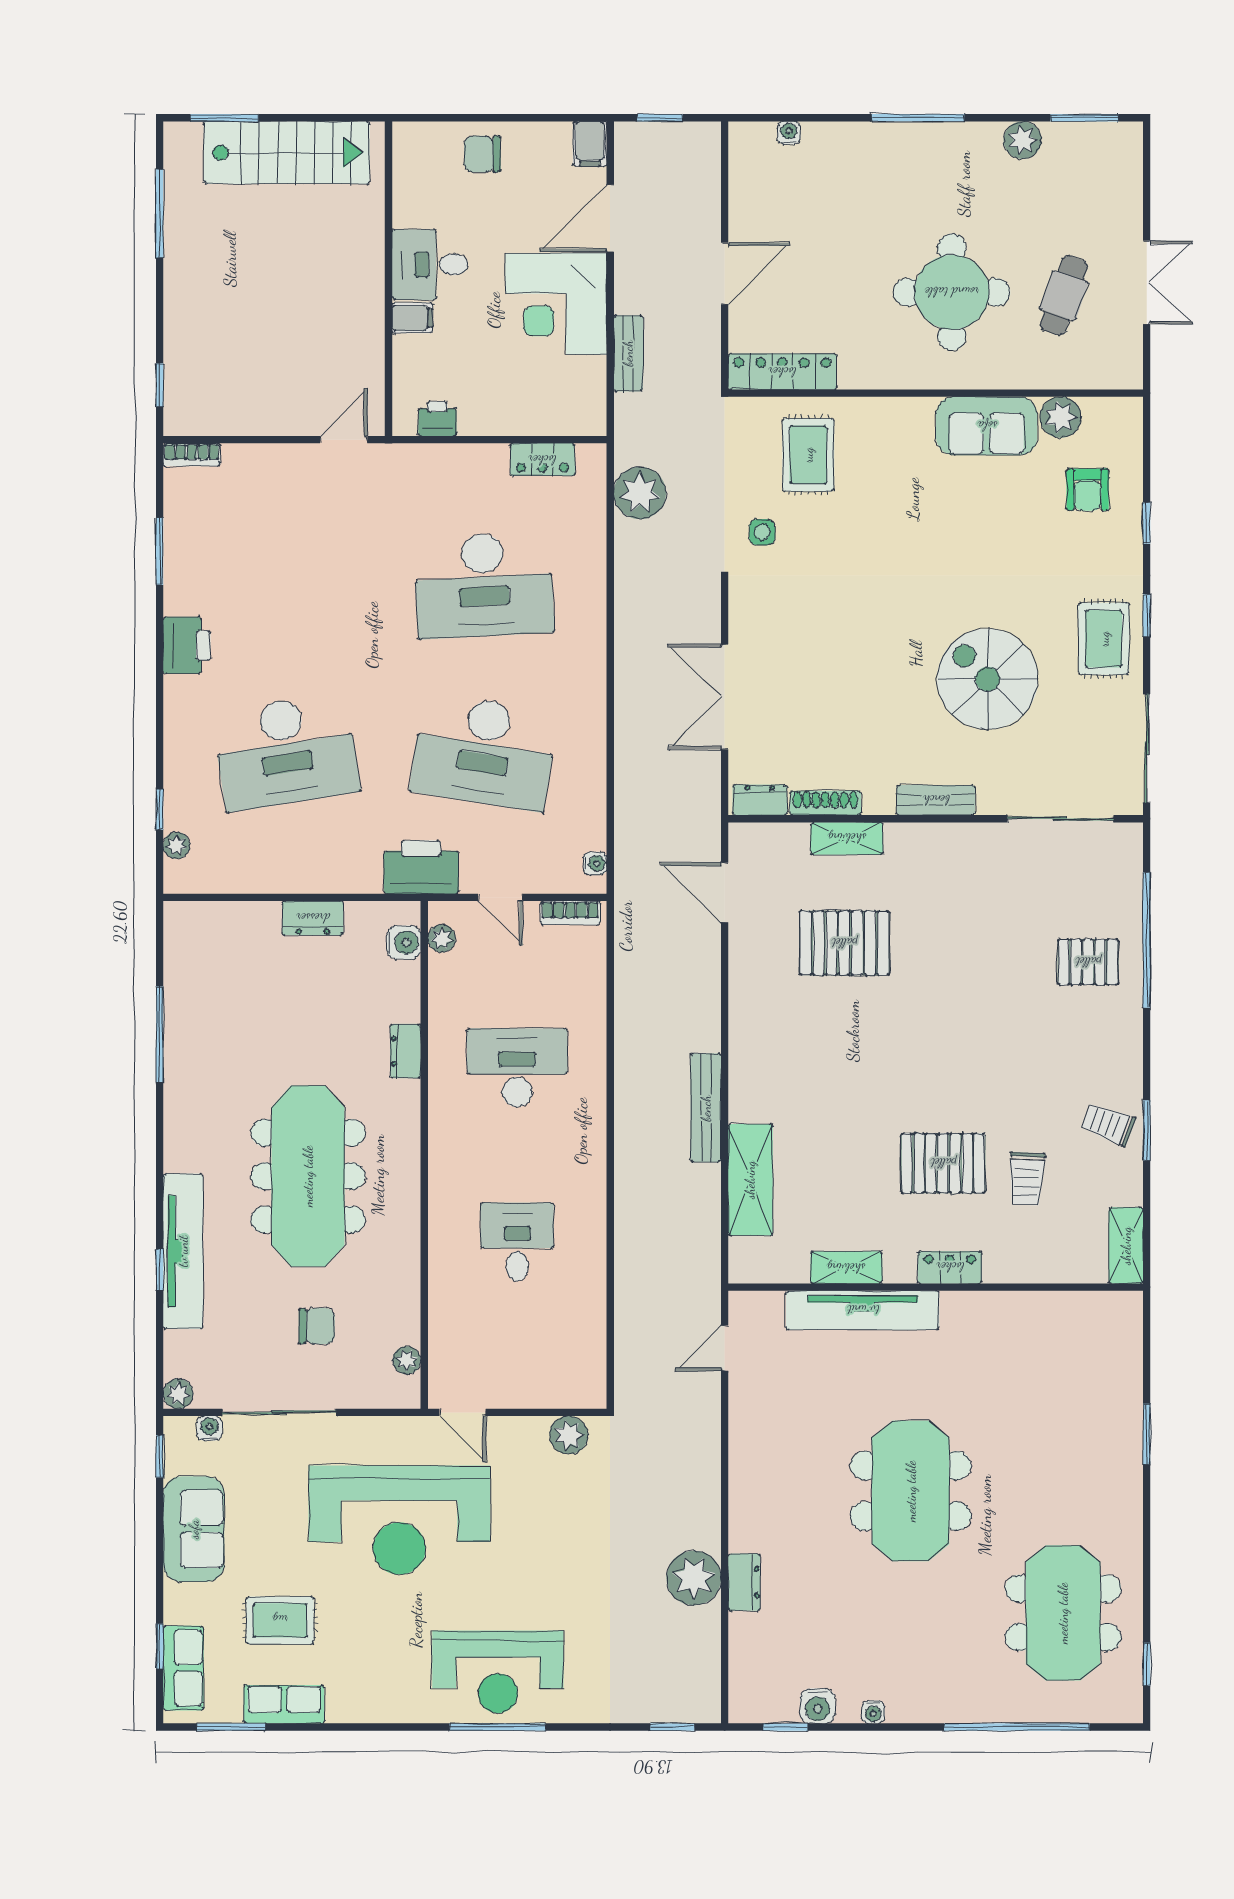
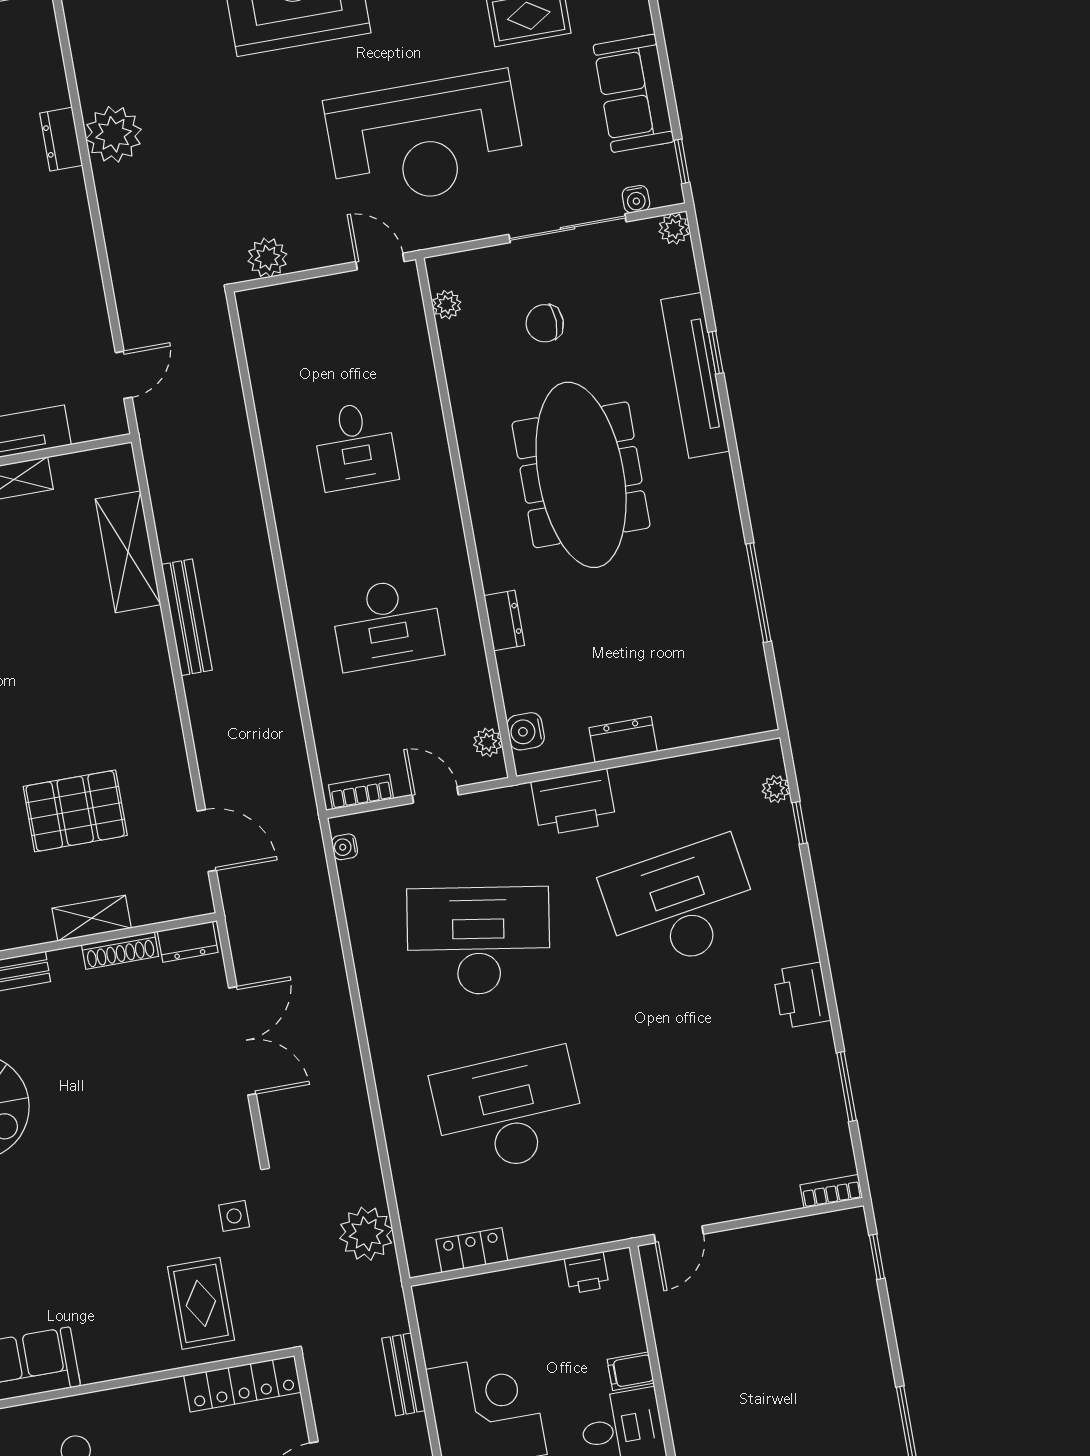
printer: (421, 867) -> (574, 802), moved
reception desk: (399, 1520) -> (425, 140), turned 180

